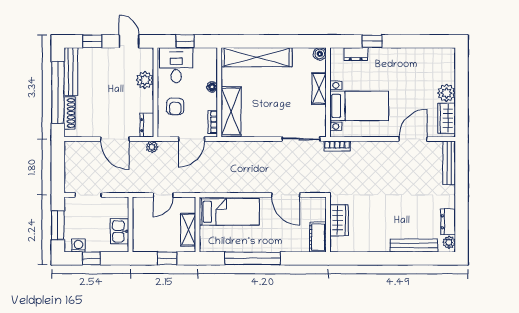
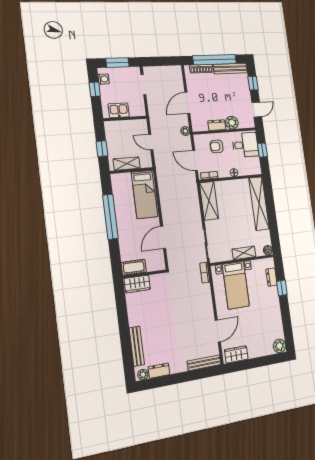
plant: (446, 93) -> (280, 346), moved
shelving: (231, 111) -> (209, 201), moved, turned 90
dresser: (147, 125) -> (217, 125), moved
door: (413, 139) -> (218, 331), hinge flipped
wardrobe: (339, 220) -> (137, 284), moved

